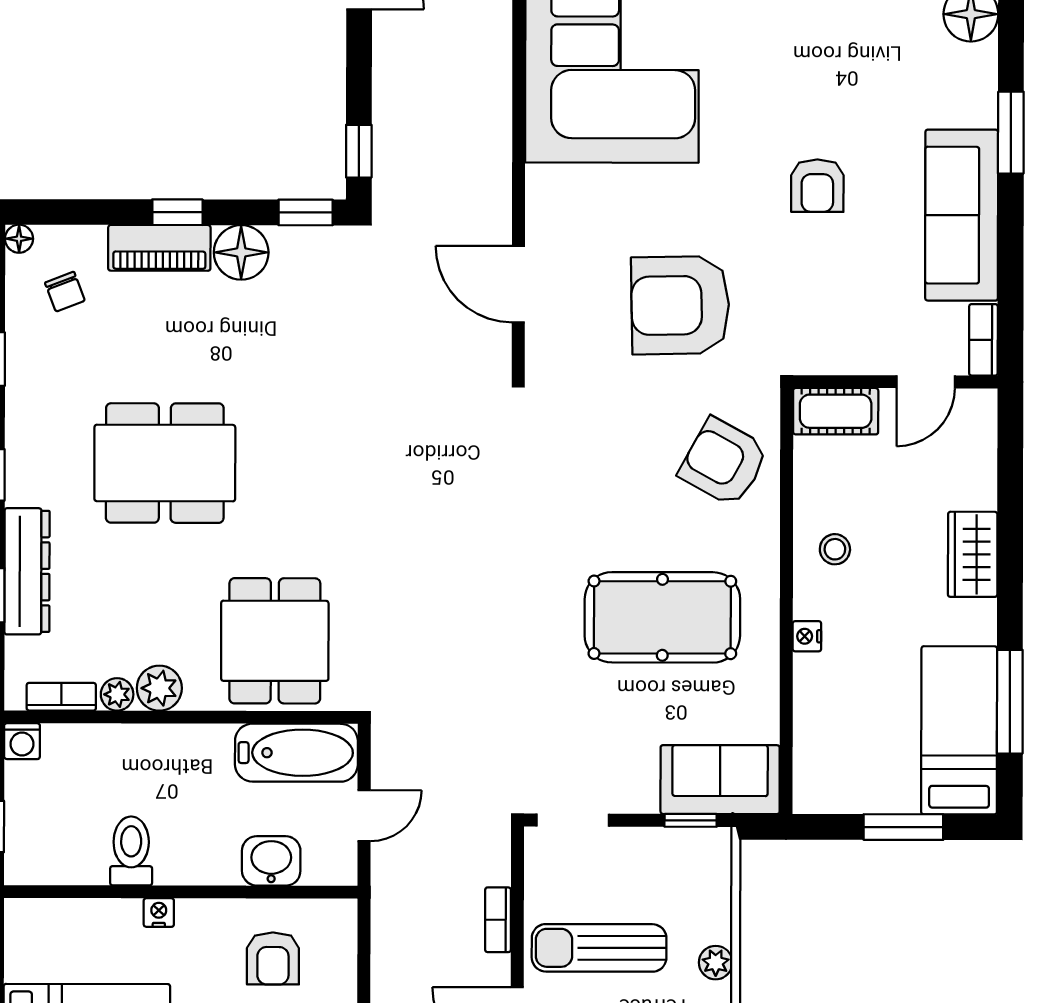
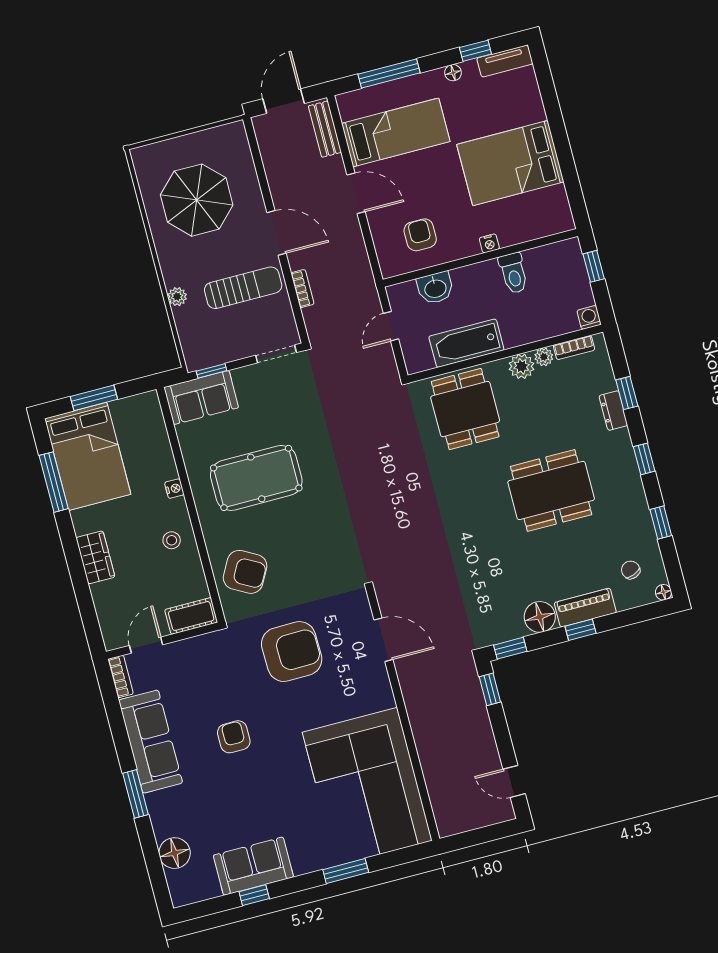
dresser: (27, 571) -> (613, 411), width x0.51, depth x0.80
bed: (959, 730) -> (88, 456), width x1.50
bathtub: (296, 753) -> (466, 343), moved

